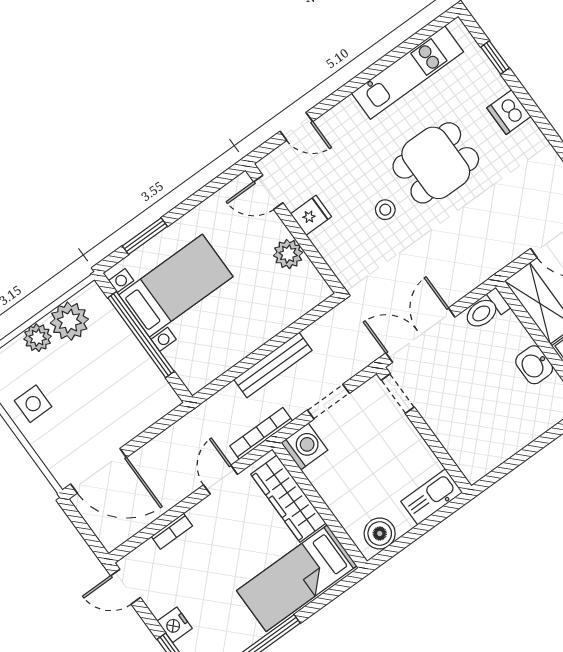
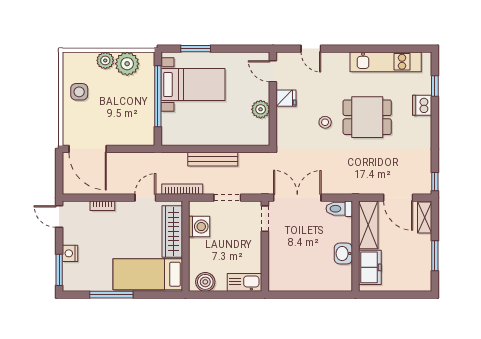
dishwasher: (509, 112) -> (422, 105), moved
washing machine: (304, 446) -> (199, 227), moved

